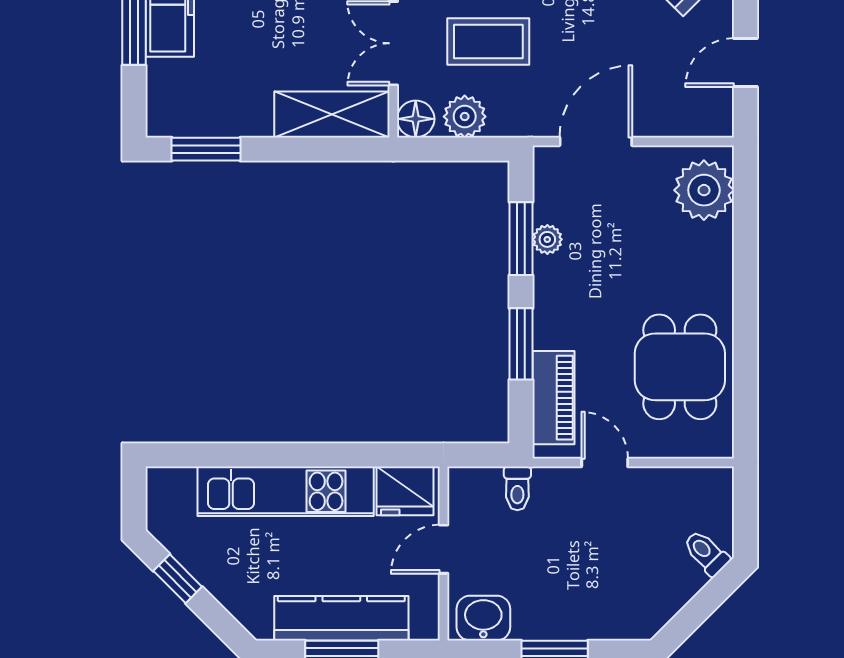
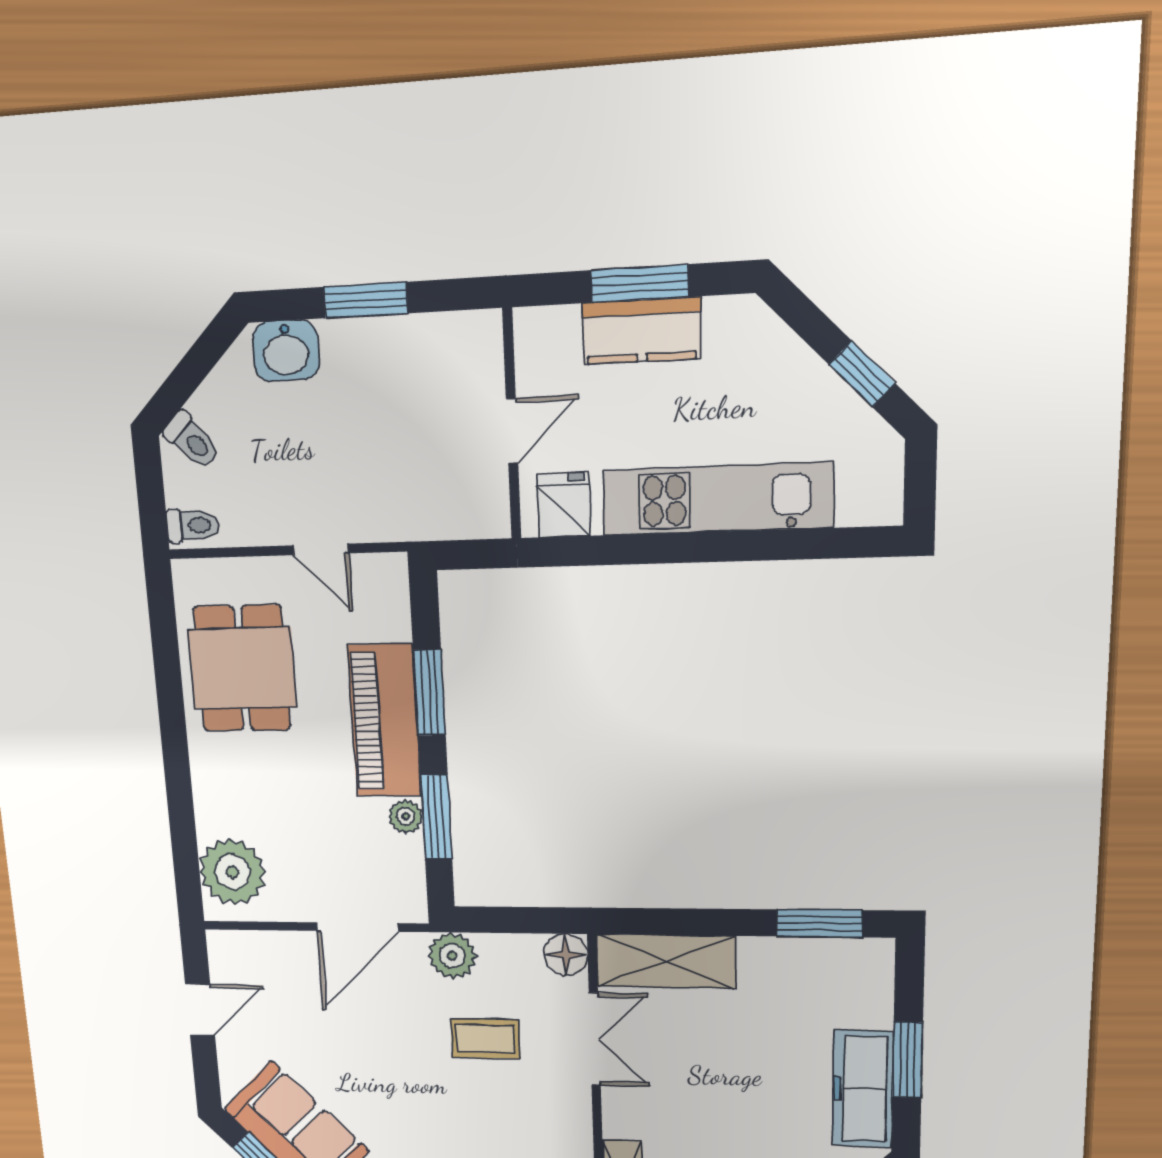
coffee table: (488, 41) -> (485, 1039), width x0.73, depth x0.77
plant: (465, 117) -> (452, 956), moved
piano: (553, 398) -> (385, 721), moved, width x1.37, depth x1.33
toilet: (517, 488) -> (193, 526), moved, turned 90
fridge: (405, 491) -> (564, 505), width x0.72
kitchen counter: (341, 618) -> (641, 331), width x0.67
washbasin: (483, 618) -> (286, 351), moved

